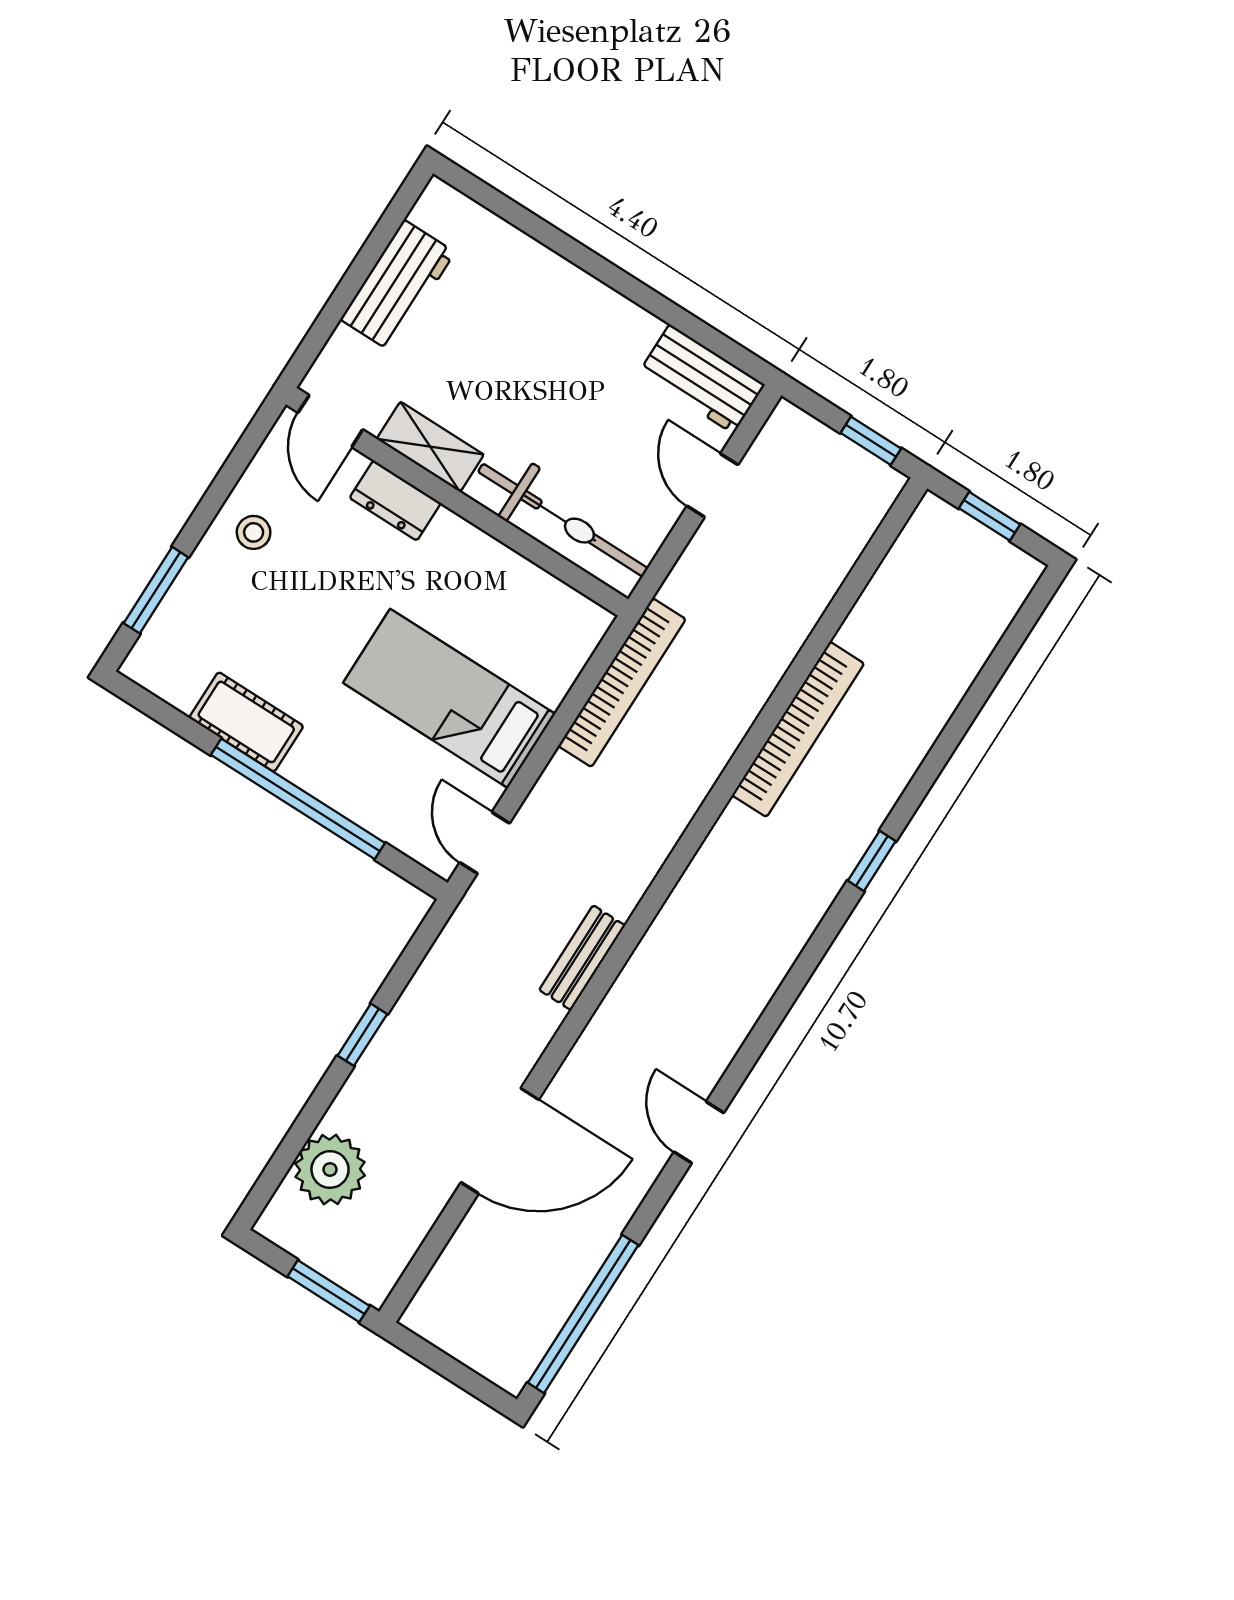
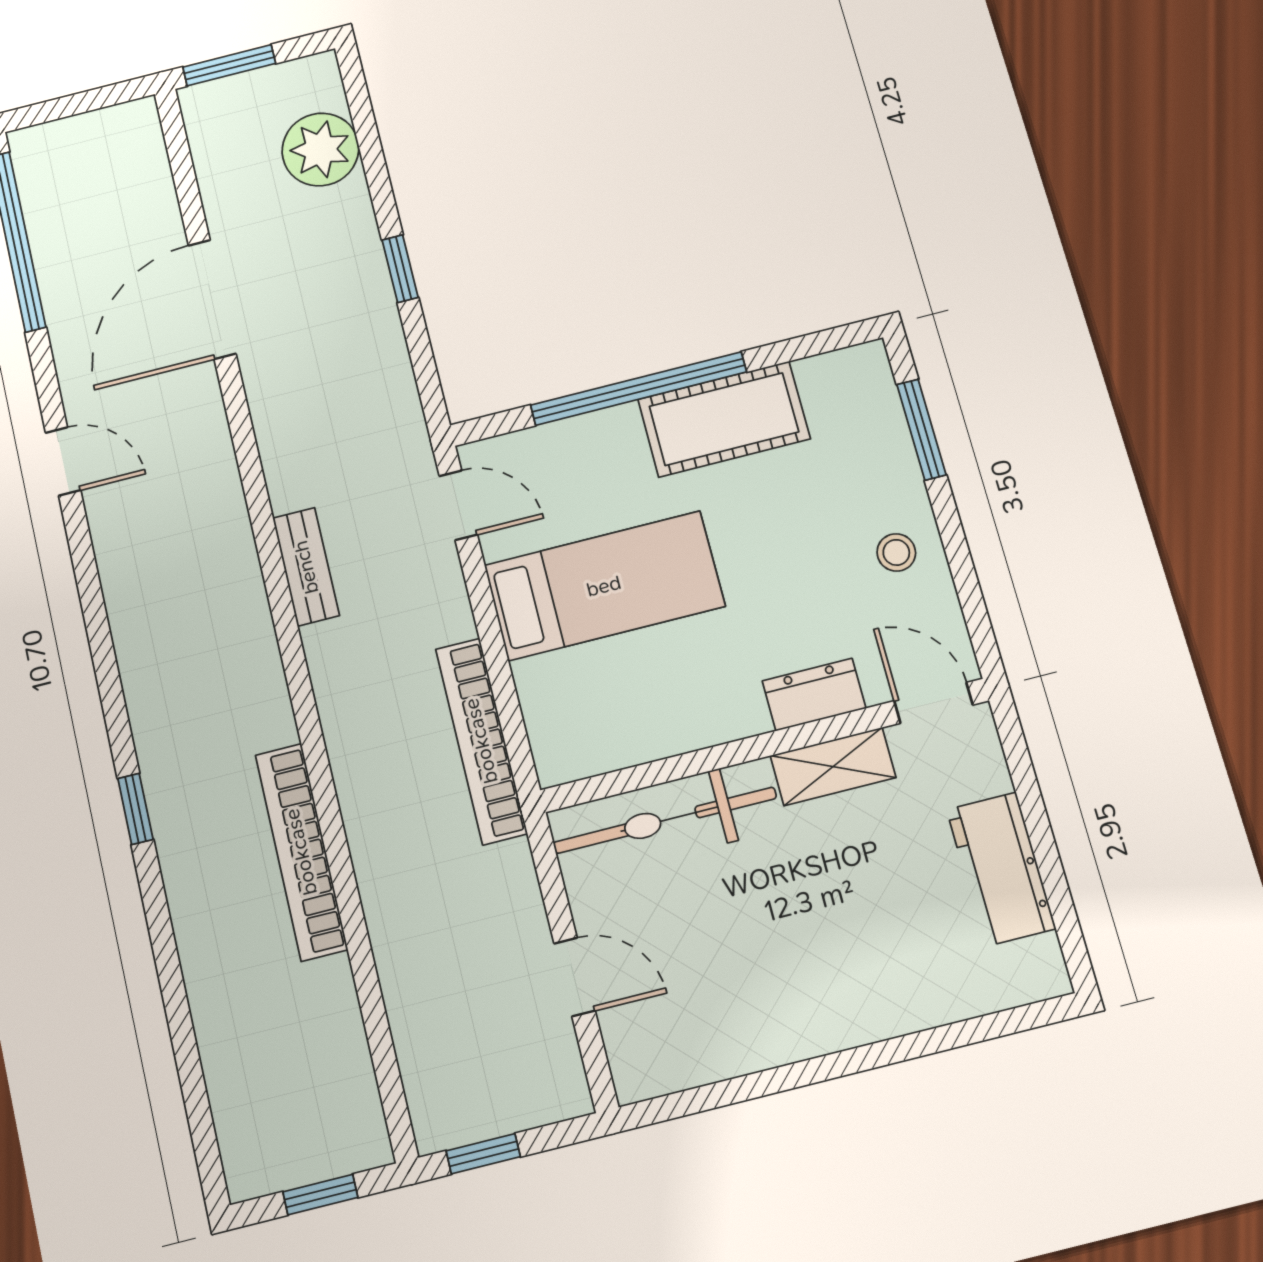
workbench: (702, 379) -> (675, 1056), removed
cot: (246, 722) -> (724, 419), width x1.37, depth x1.34
bench: (582, 958) -> (306, 567), moved

